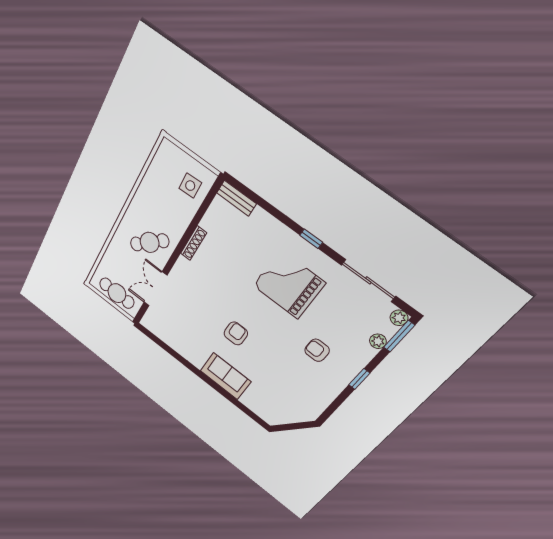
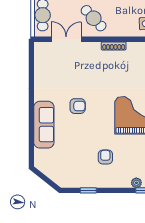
sofa: (226, 376) -> (44, 125), width x1.36
window: (359, 379) -> (88, 190), moved

